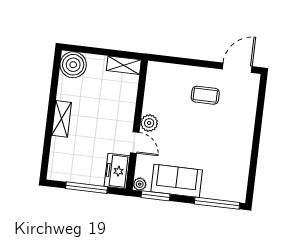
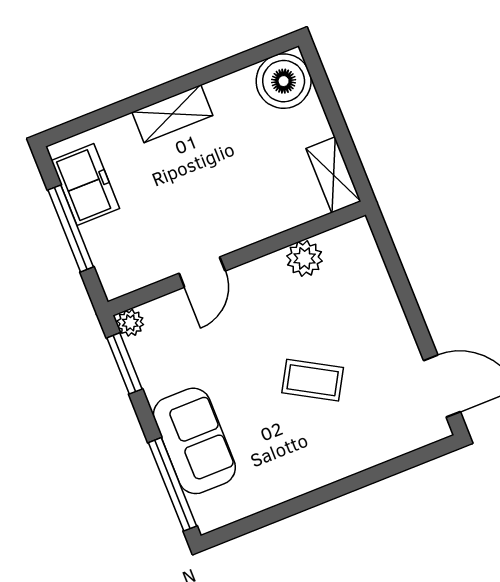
coffee table: (205, 95) -> (313, 380), moved, turned -60
plant: (149, 123) -> (305, 258), moved
freezer: (117, 171) -> (85, 184), moved, turned 90
sofa: (177, 181) -> (194, 441), moved

